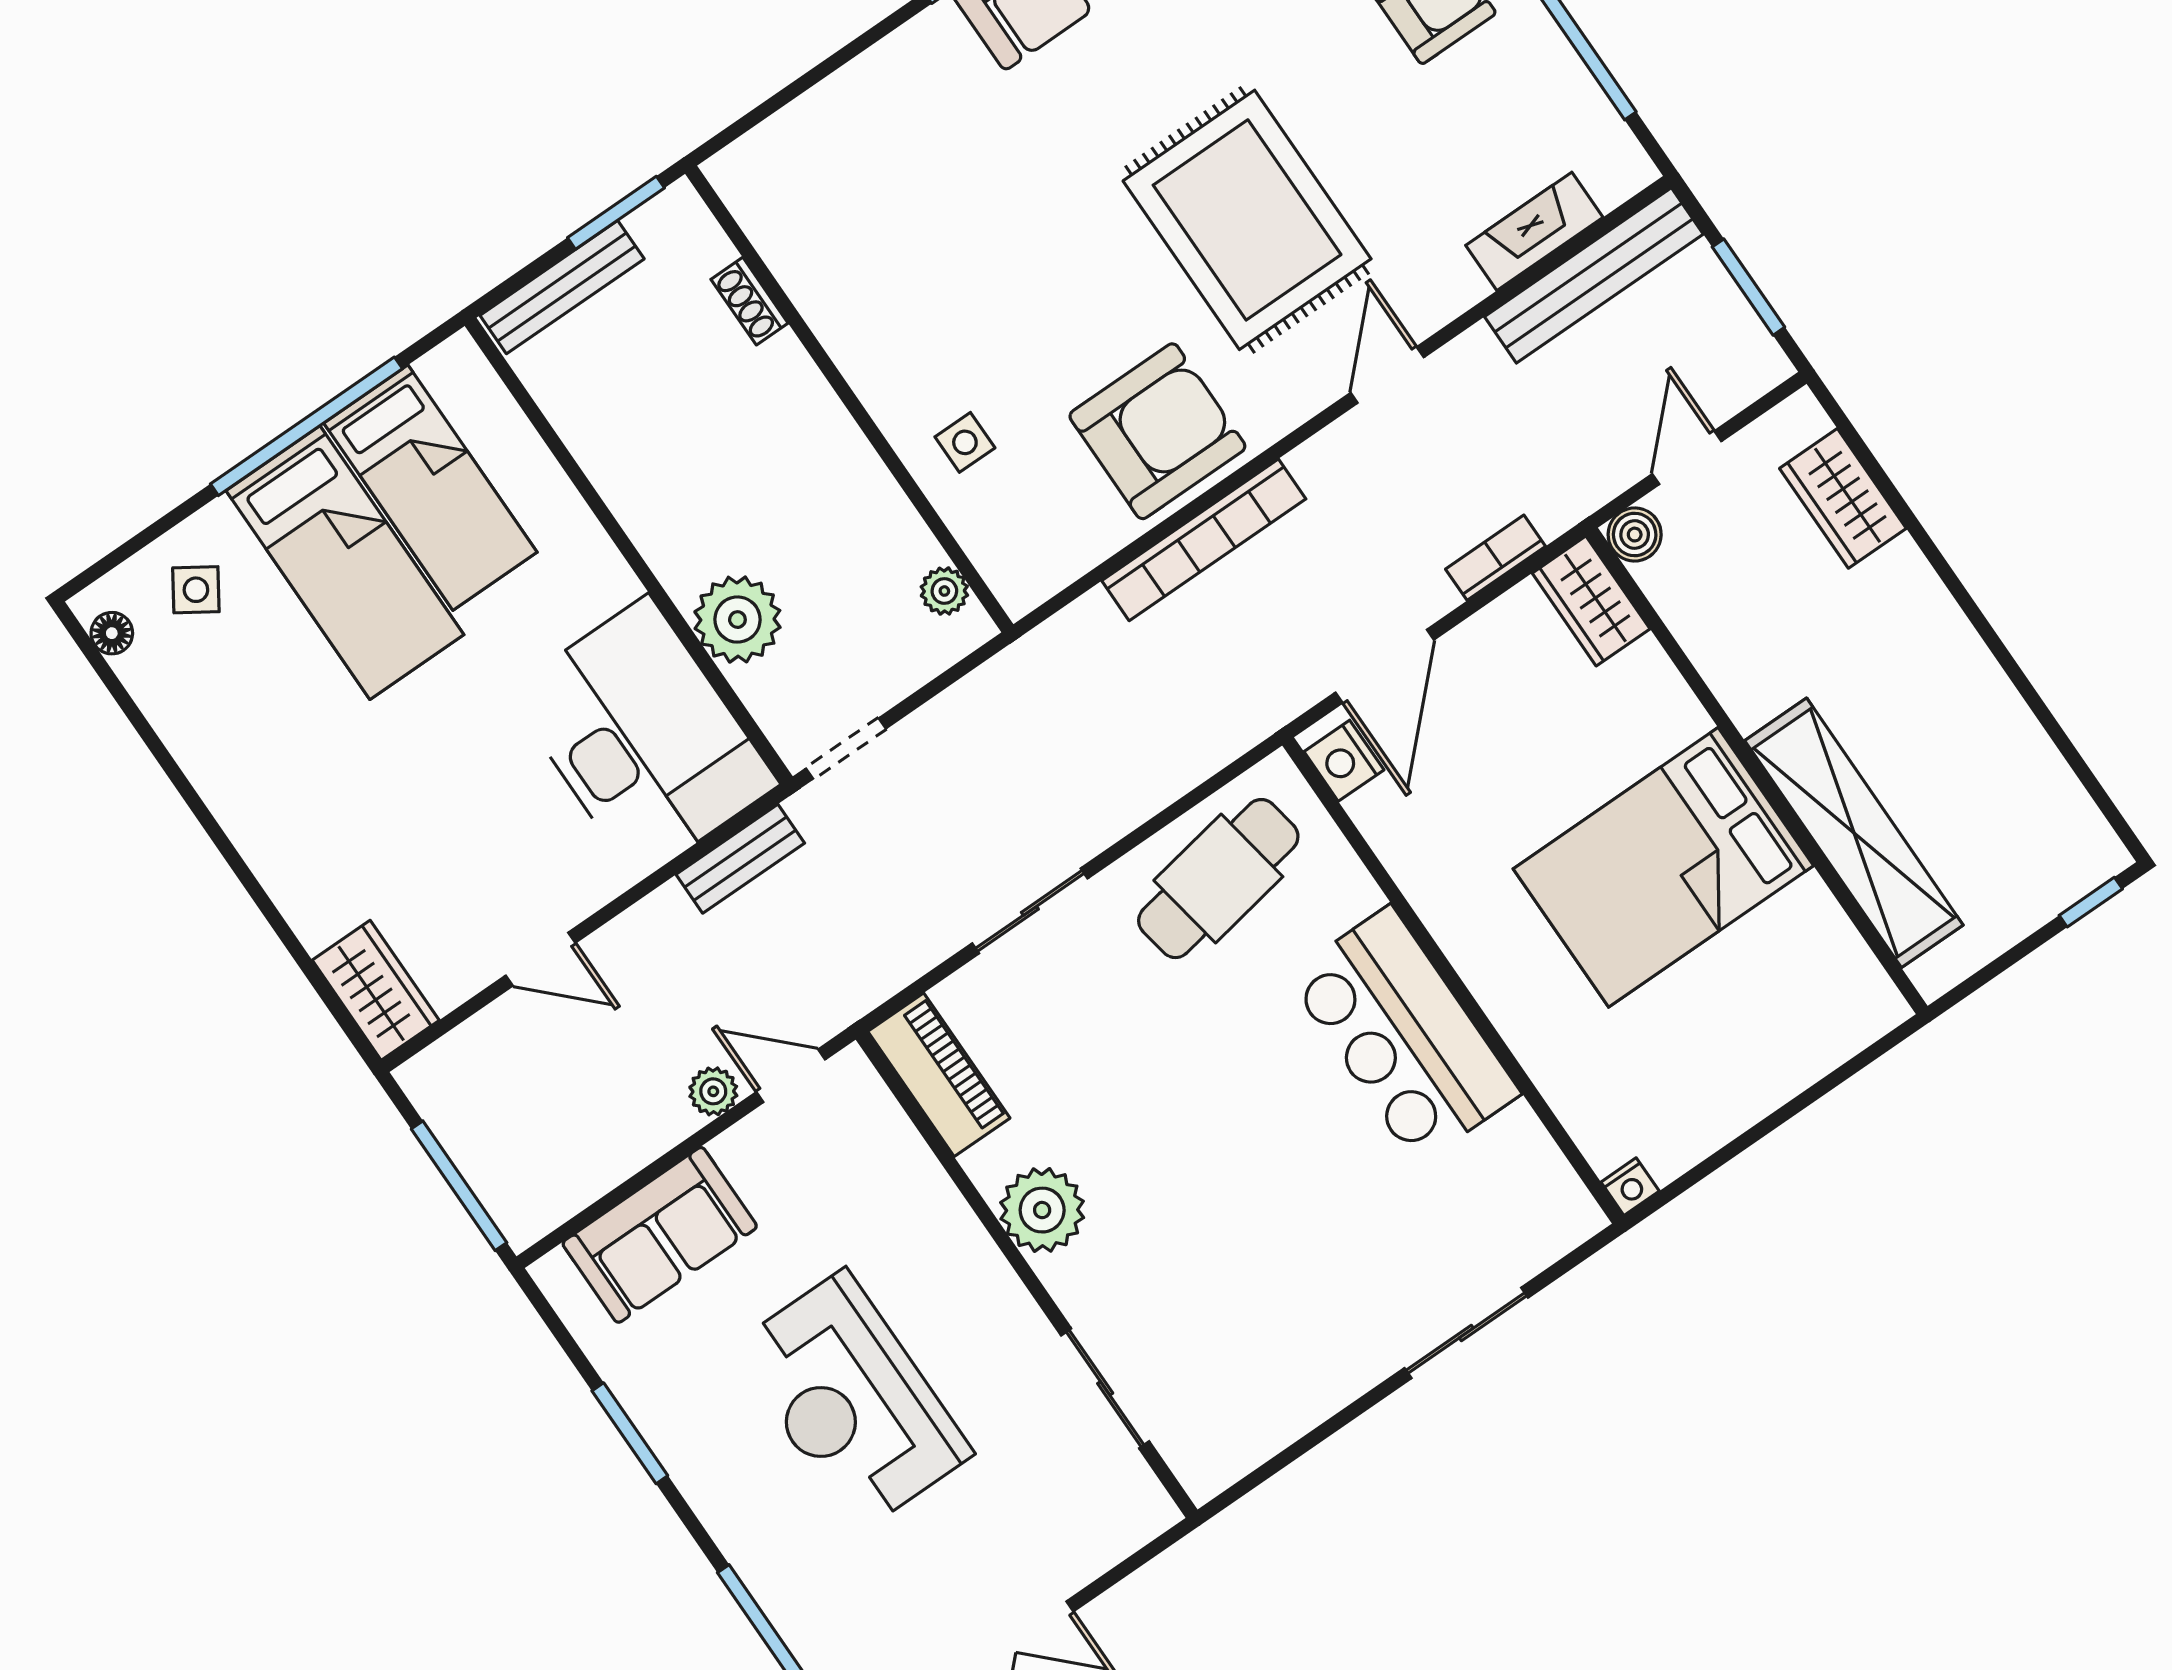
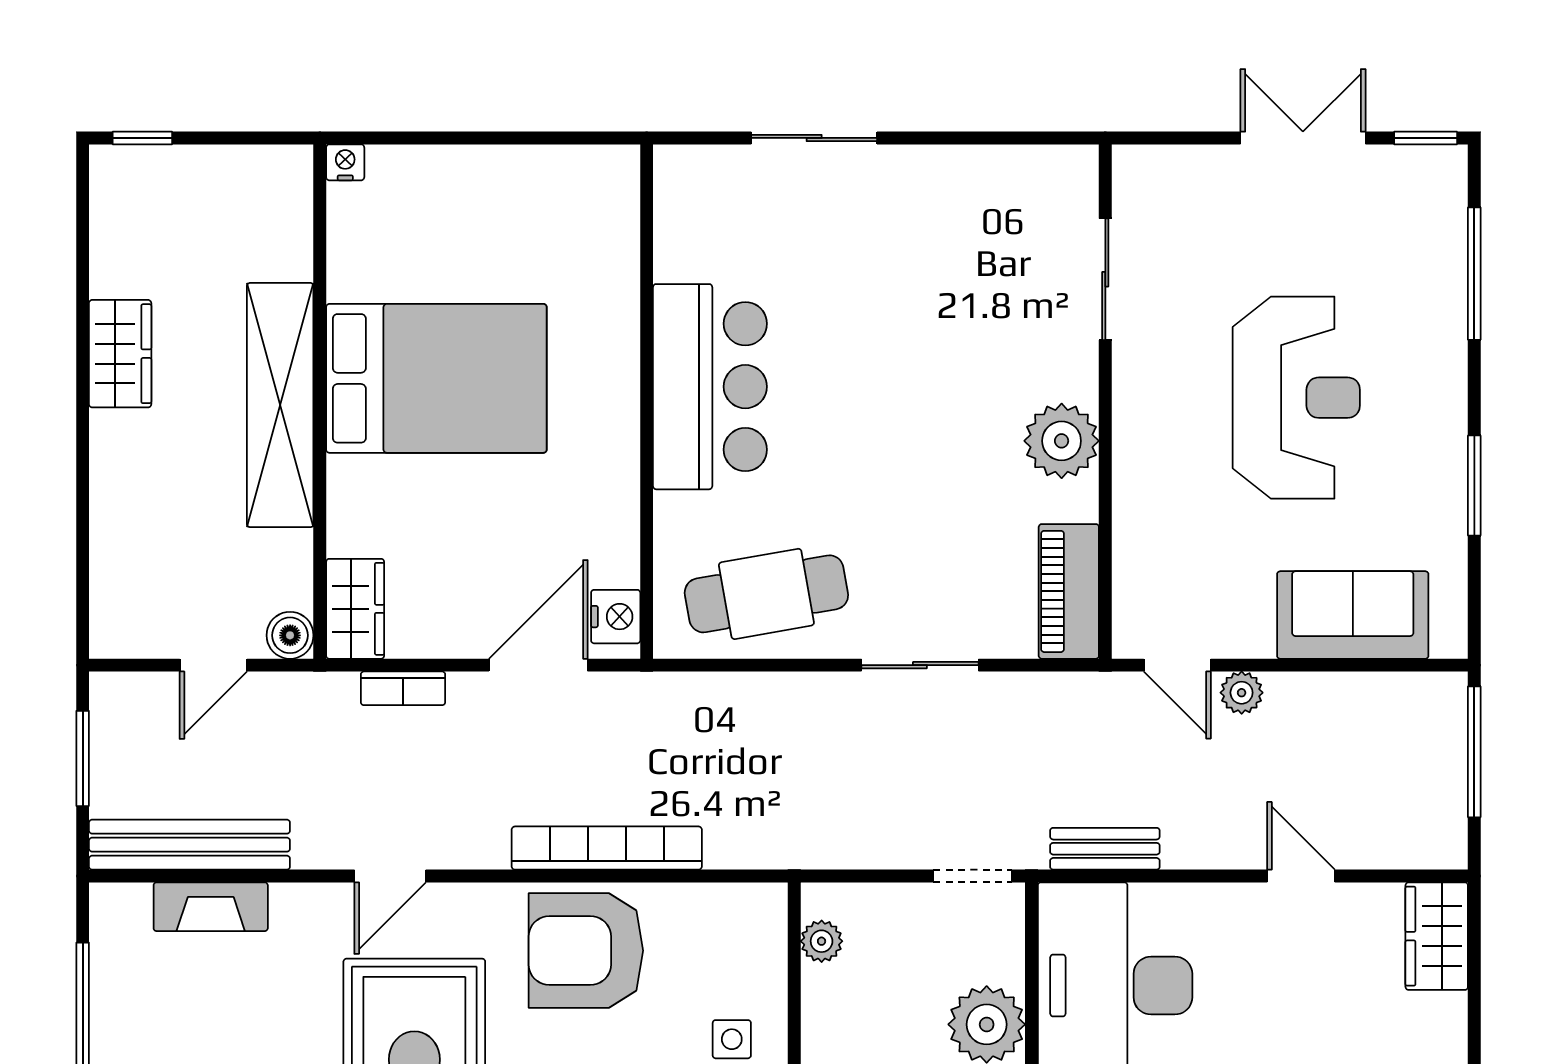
wardrobe: (1843, 498) -> (120, 354), moved
shelving: (1854, 833) -> (280, 405), moved
nightstand: (1630, 1187) -> (345, 162), moved

